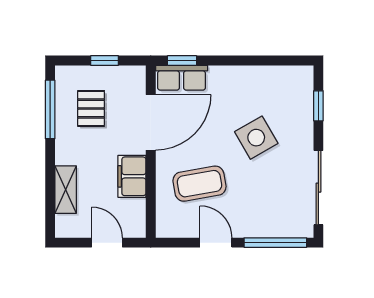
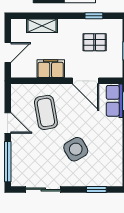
window: (50, 109) -> (94, 16), width x0.46
door: (151, 122) -> (86, 81), width x0.73
sliding door: (318, 188) -> (43, 189), width x0.73
door: (216, 243) -> (8, 123), hinge flipped

